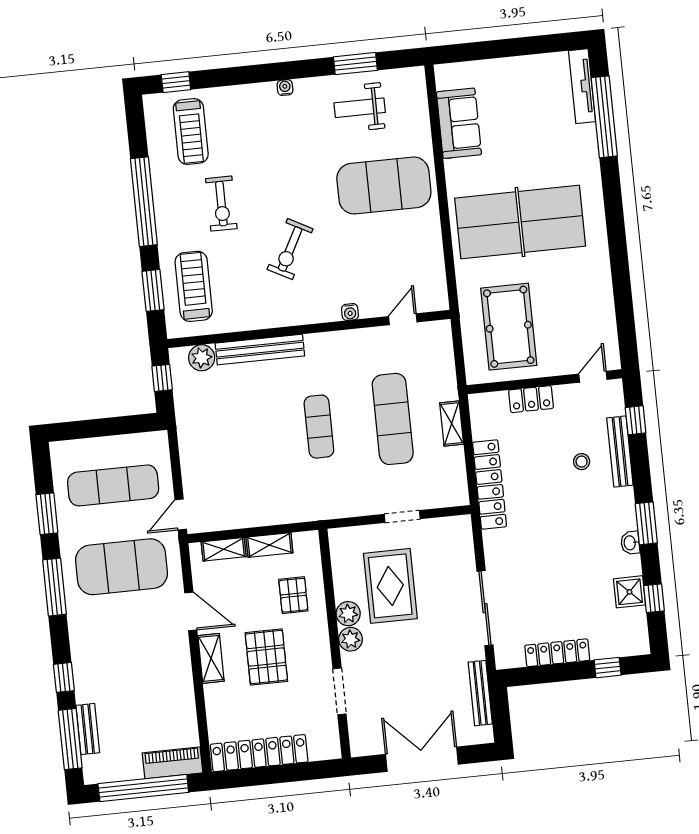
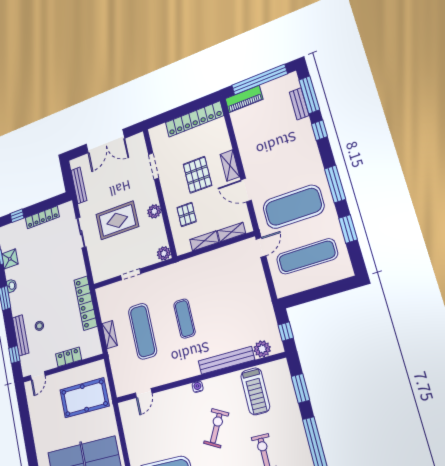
treadmill: (194, 286) -> (255, 391), moved
water cooler: (350, 312) -> (198, 387), moved
pool table: (509, 327) -> (84, 398), turned 90
rug: (390, 586) -> (117, 220), moved, turned 90
sliding door: (485, 608) -> (81, 233), width x0.73
plant: (351, 639) -> (164, 253), moved

